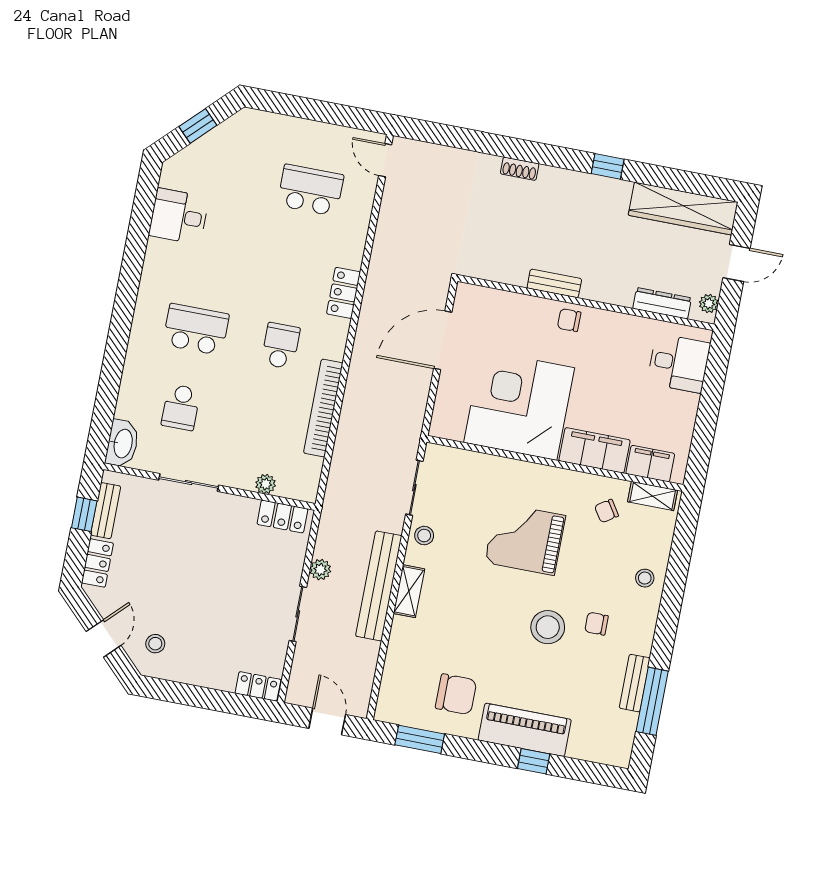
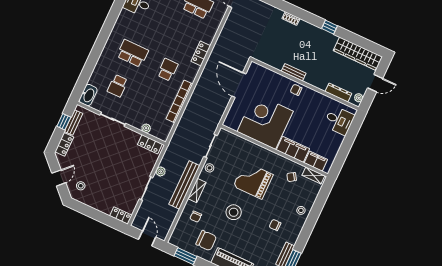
door: (443, 340) -> (239, 85), hinge flipped
stool: (548, 627) -> (234, 212), moved
chair: (421, 648) -> (196, 217), added

